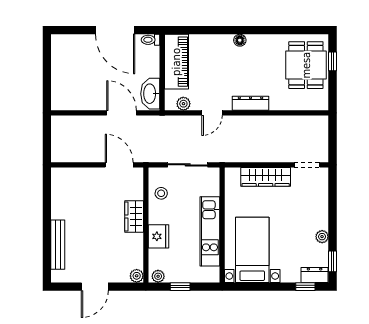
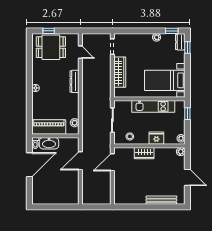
washbasin: (150, 94) -> (49, 143), moved
door: (212, 113) -> (80, 52), moved
window: (180, 287) -> (187, 114), moved

